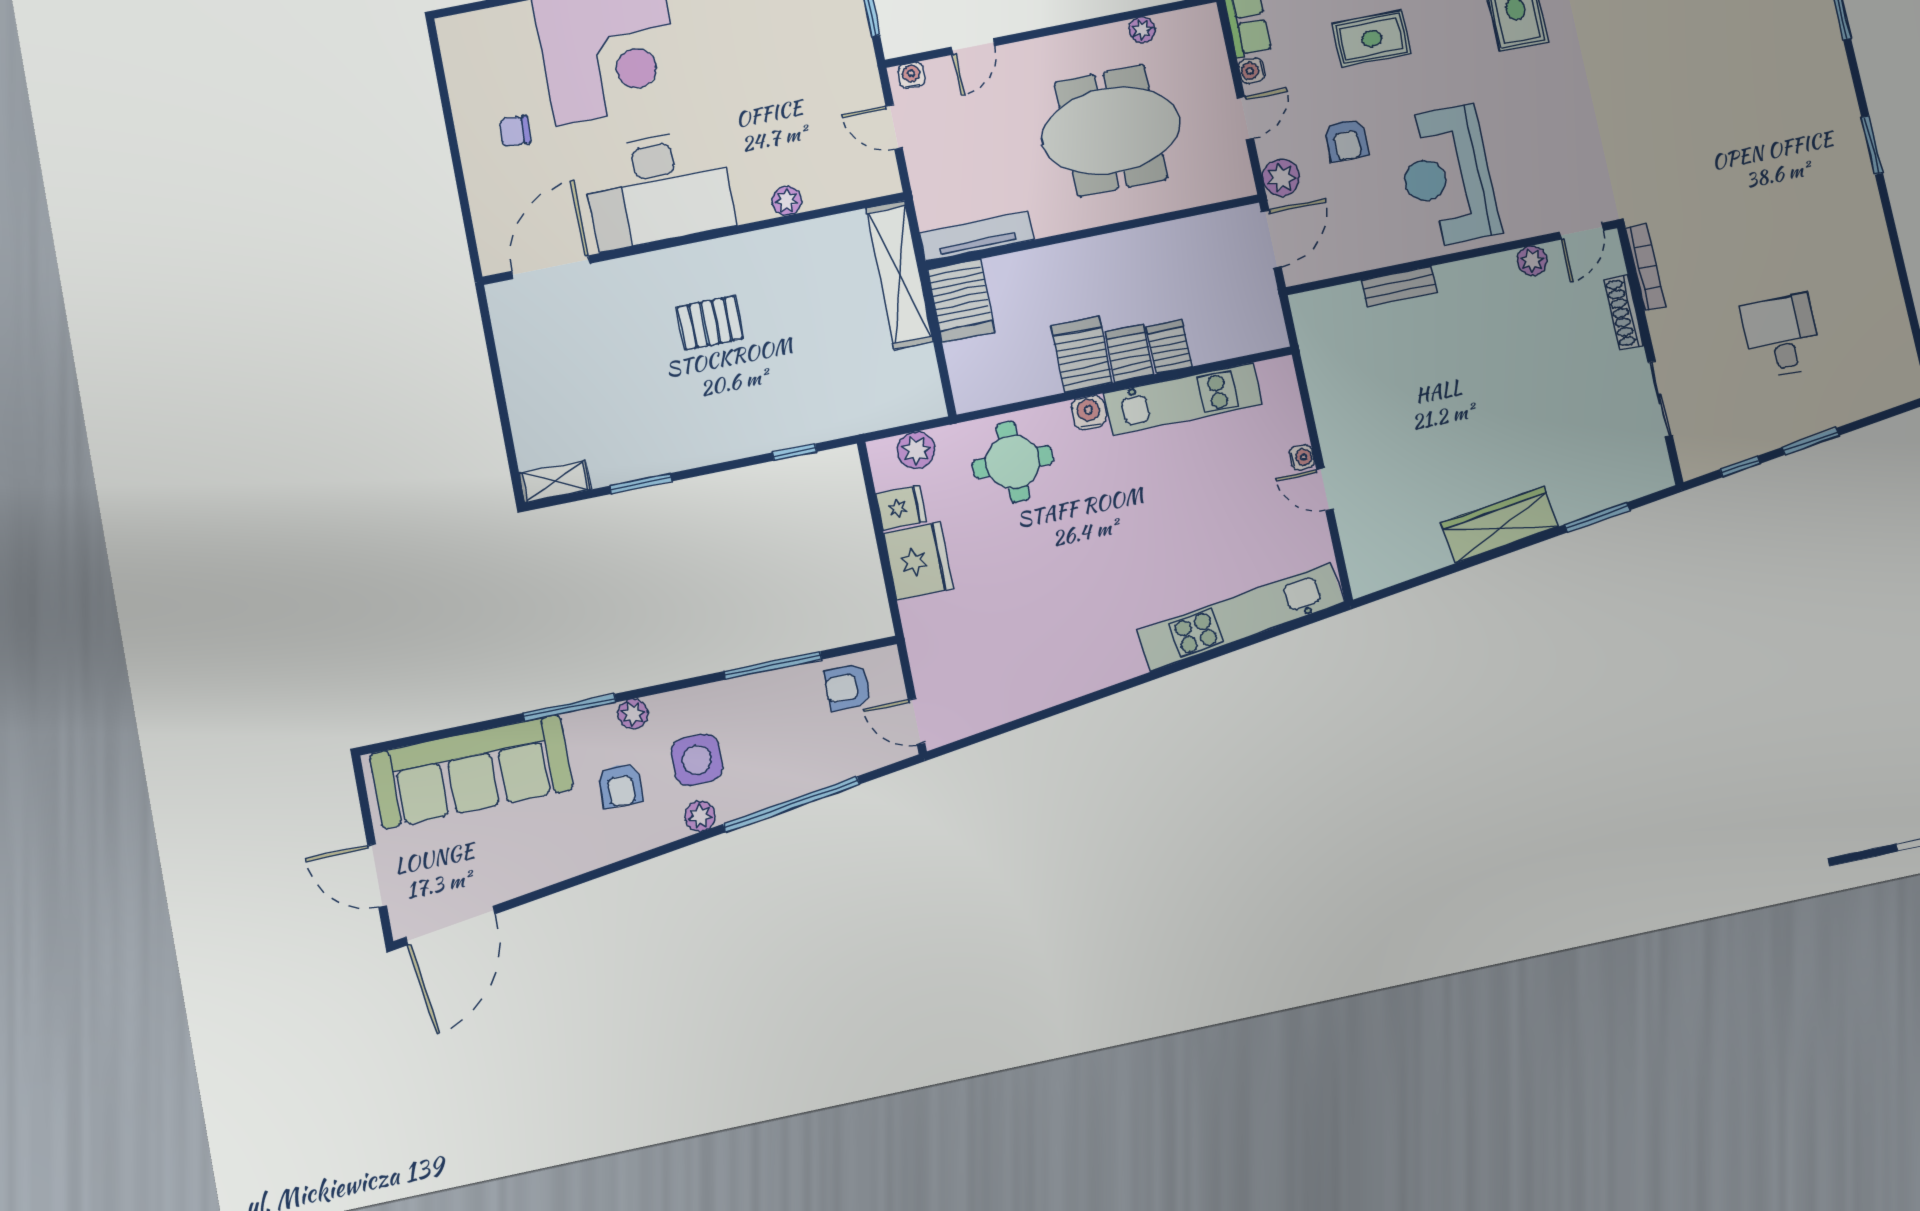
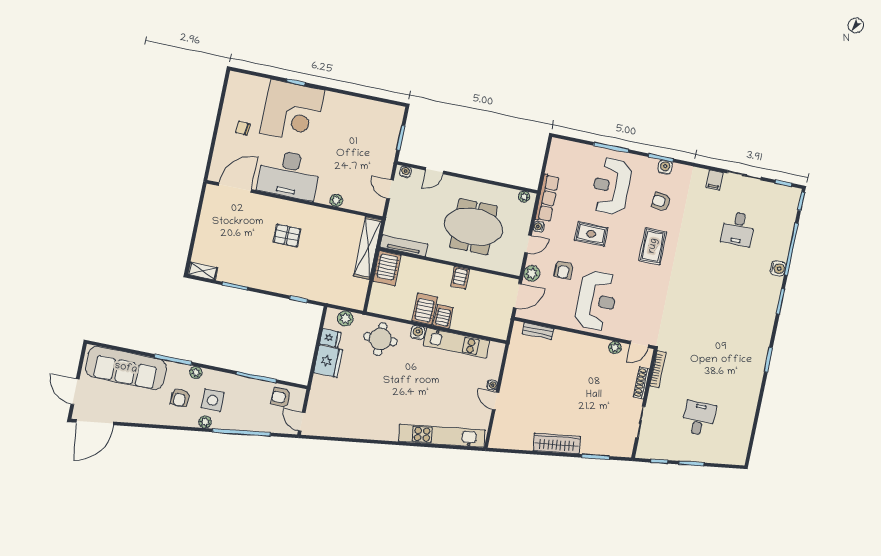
plant: (1142, 30) -> (524, 197), moved
reception desk: (1447, 176) -> (596, 300), turned 180
bench: (1399, 286) -> (538, 331), moved
server rack: (1169, 347) -> (460, 278), moved, turned 180

